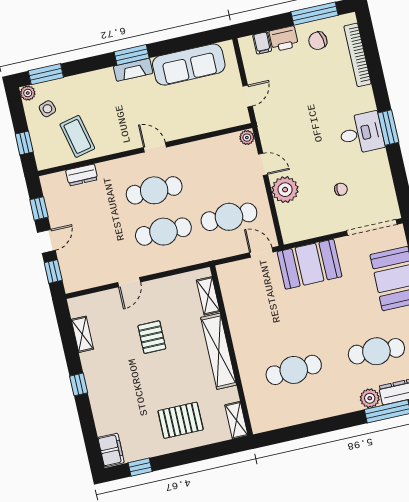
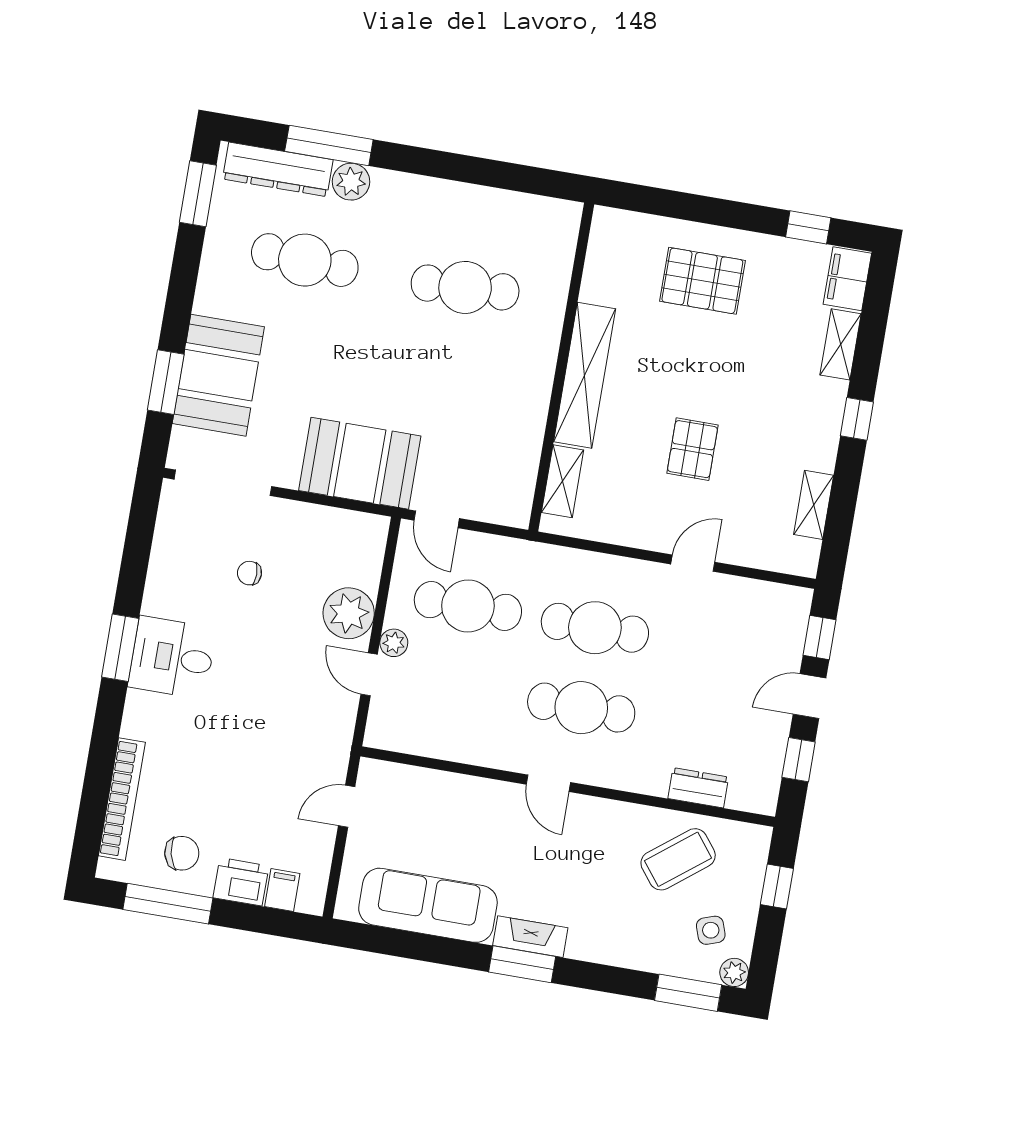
coffee table: (77, 136) -> (678, 859), turned 65
plant: (247, 138) -> (394, 643), moved
shelving: (236, 420) -> (841, 344), moved

